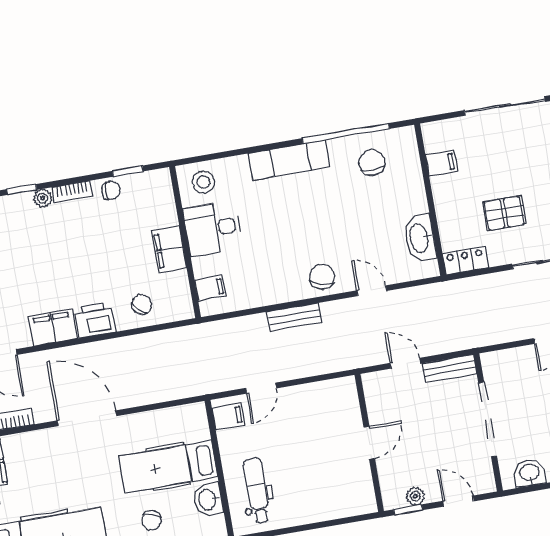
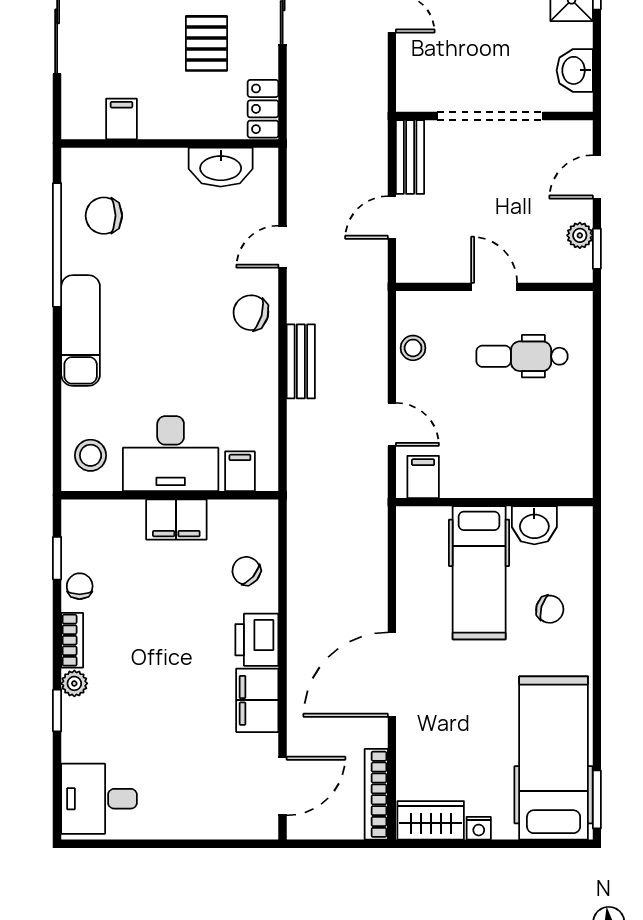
desk: (213, 229) -> (171, 454), width x1.37
stool: (317, 394) -> (413, 348), added
dental chair: (257, 491) -> (522, 356), moved

